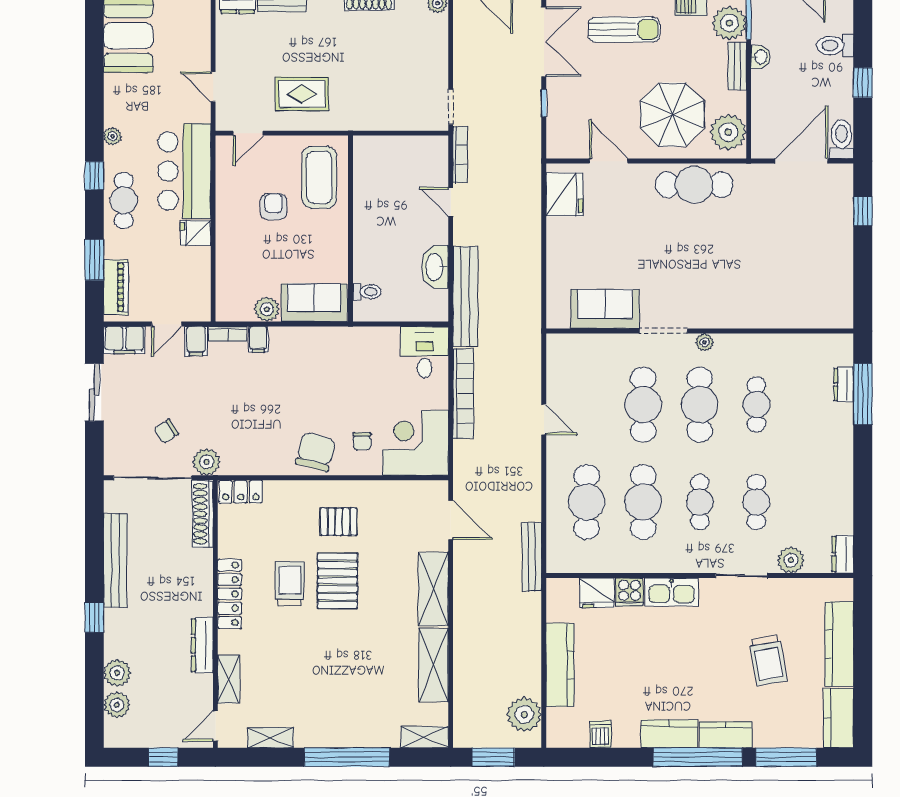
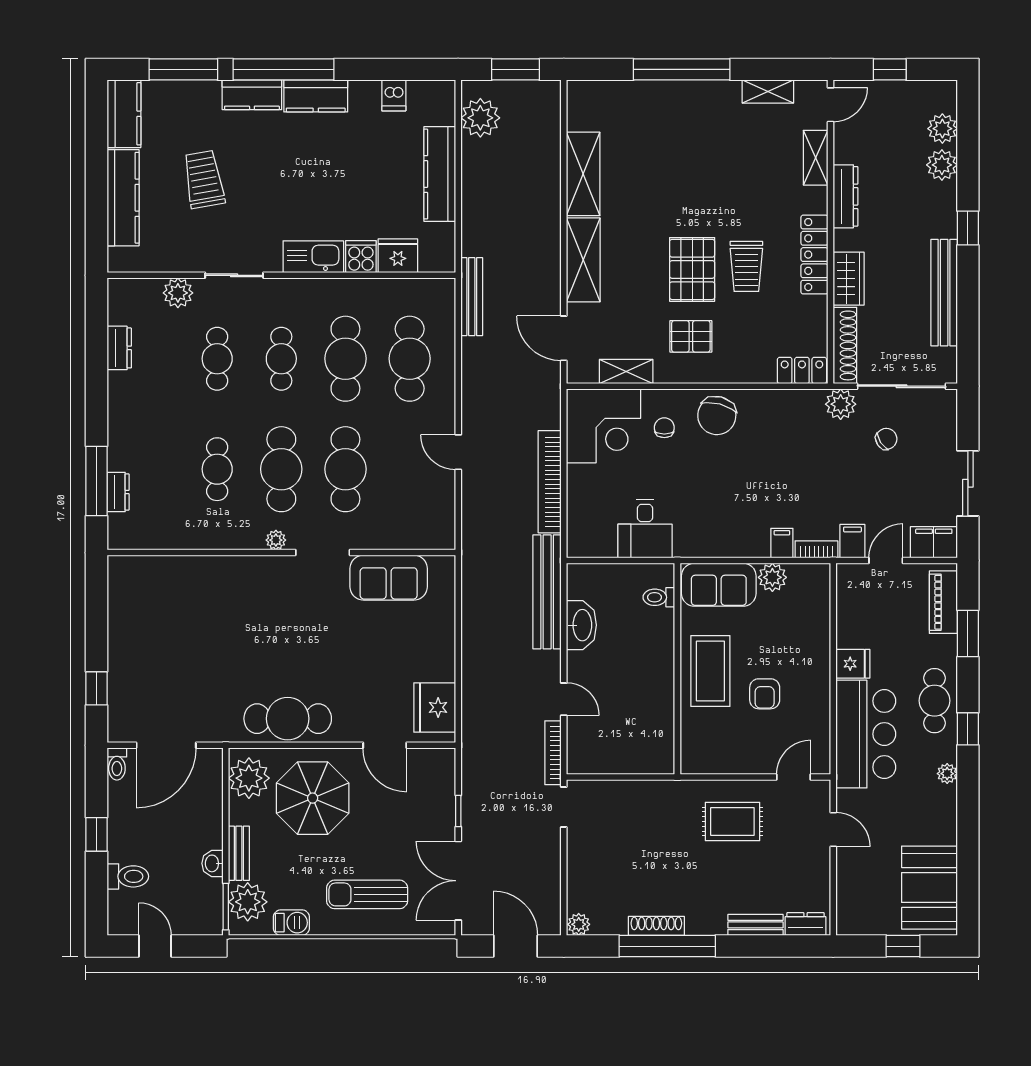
toilet: (842, 139) -> (117, 764), width x0.73, depth x0.72
coffee table: (319, 177) -> (710, 671), moved
desk: (424, 352) -> (645, 529), moved
dresser: (843, 554) -> (119, 348), moved
wardrobe: (199, 573) -> (849, 279), added
shelving: (425, 737) -> (626, 372), moved

